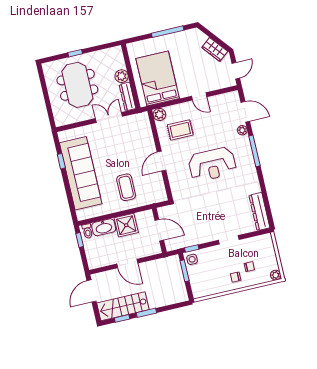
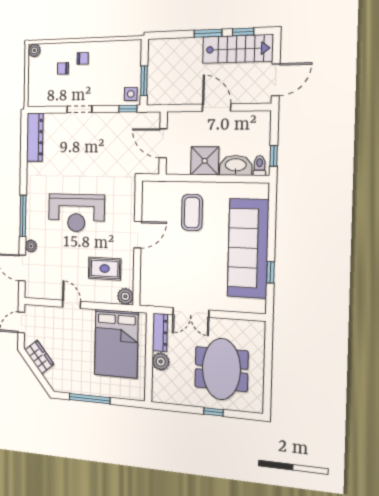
reception desk: (212, 164) -> (76, 213), turned 180

